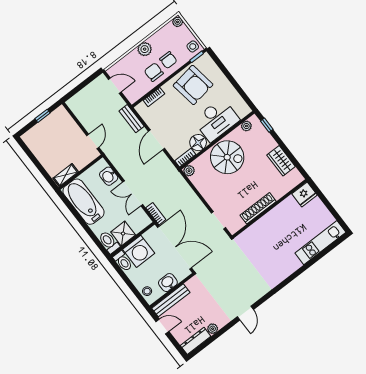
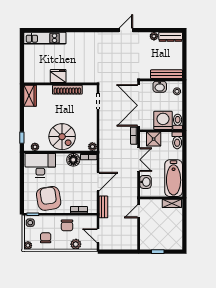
plant: (145, 49) -> (76, 244), moved
chair: (168, 60) -> (46, 238), moved
desk: (216, 120) -> (40, 165), moved
spiral stairs: (227, 157) -> (62, 137), turned 180
wardrobe: (281, 161) -> (30, 96), moved
fridge: (304, 194) -> (58, 76), moved
shower: (123, 234) -> (154, 139), moved
door: (162, 326) -> (184, 62), removed

